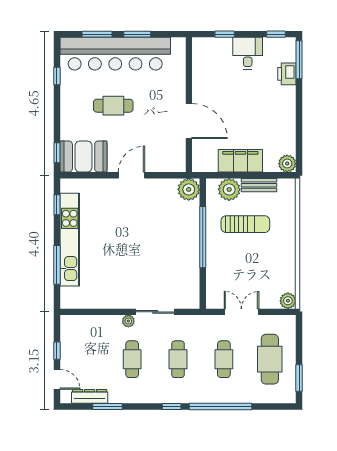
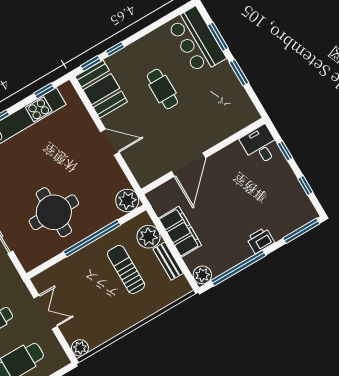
window: (276, 34) -> (305, 185), moved
desk: (248, 53) -> (260, 145), moved, turned -90
bar counter: (115, 54) -> (196, 41), width x0.54
printer: (287, 74) -> (260, 240), moved
window: (57, 76) -> (115, 49), moved
window: (299, 130) -> (238, 268), added
sun lounger: (245, 224) -> (126, 269), turned 180
round table: (163, 256) -> (54, 212), added

